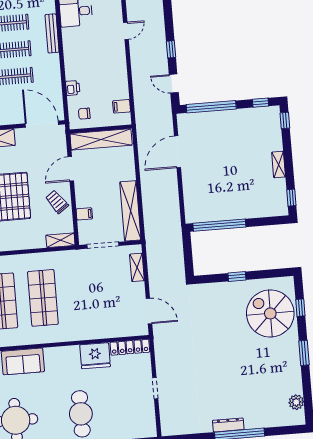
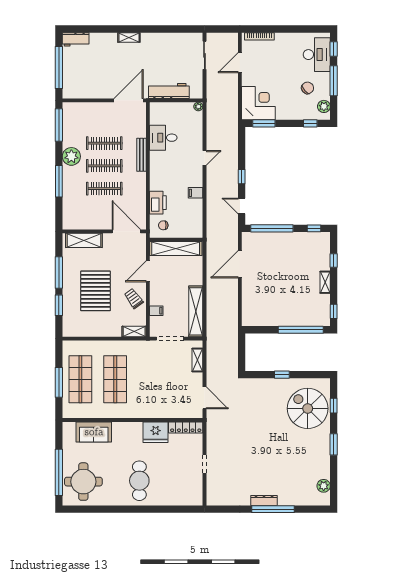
printer: (73, 88) -> (158, 203), width x1.87, depth x1.48
filing cabinet: (122, 106) -> (196, 193), moved
window: (285, 120) -> (334, 260), moved
window: (219, 225) -> (301, 330), moved

